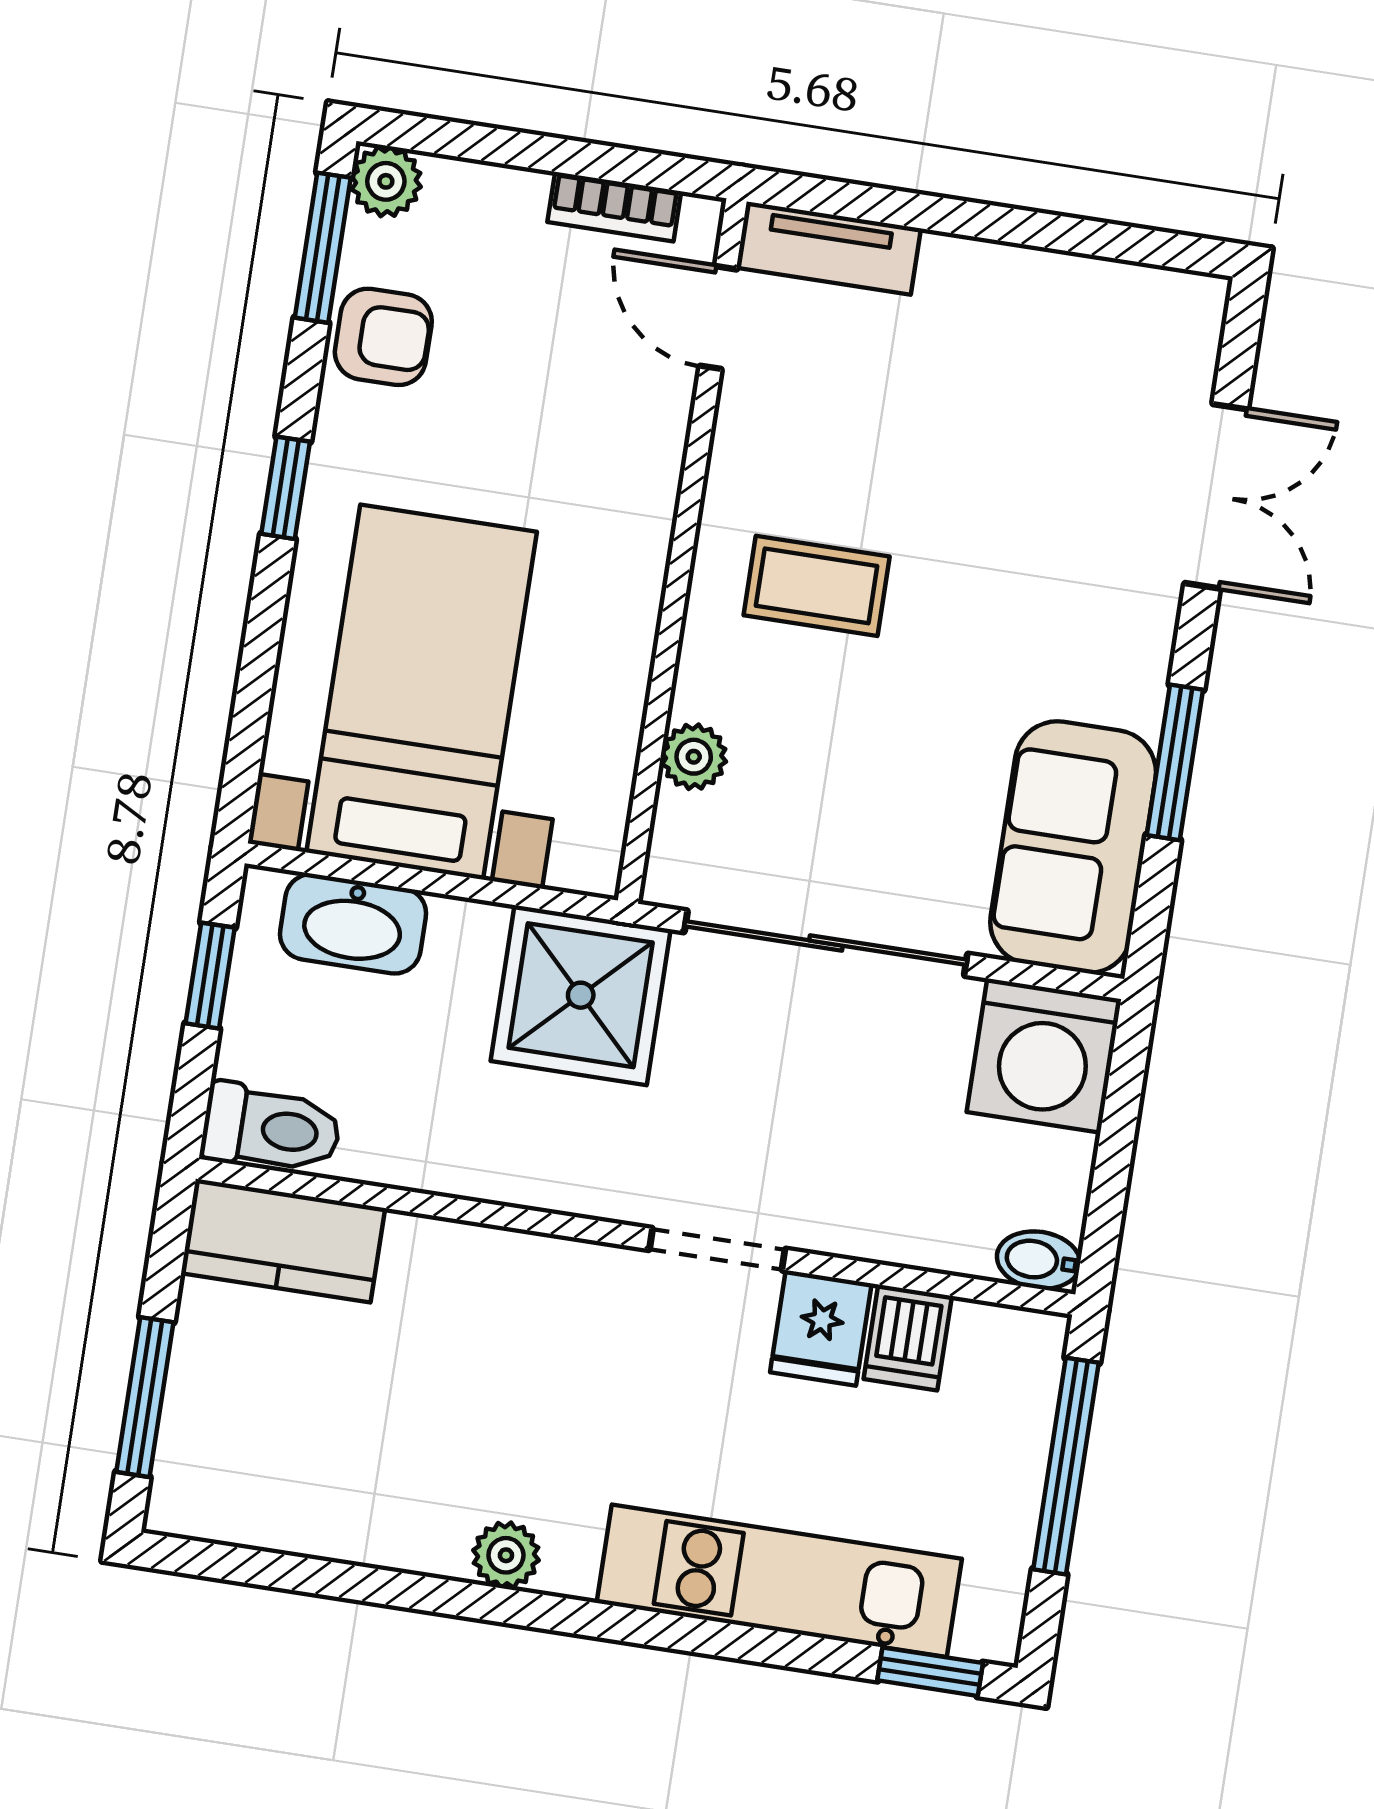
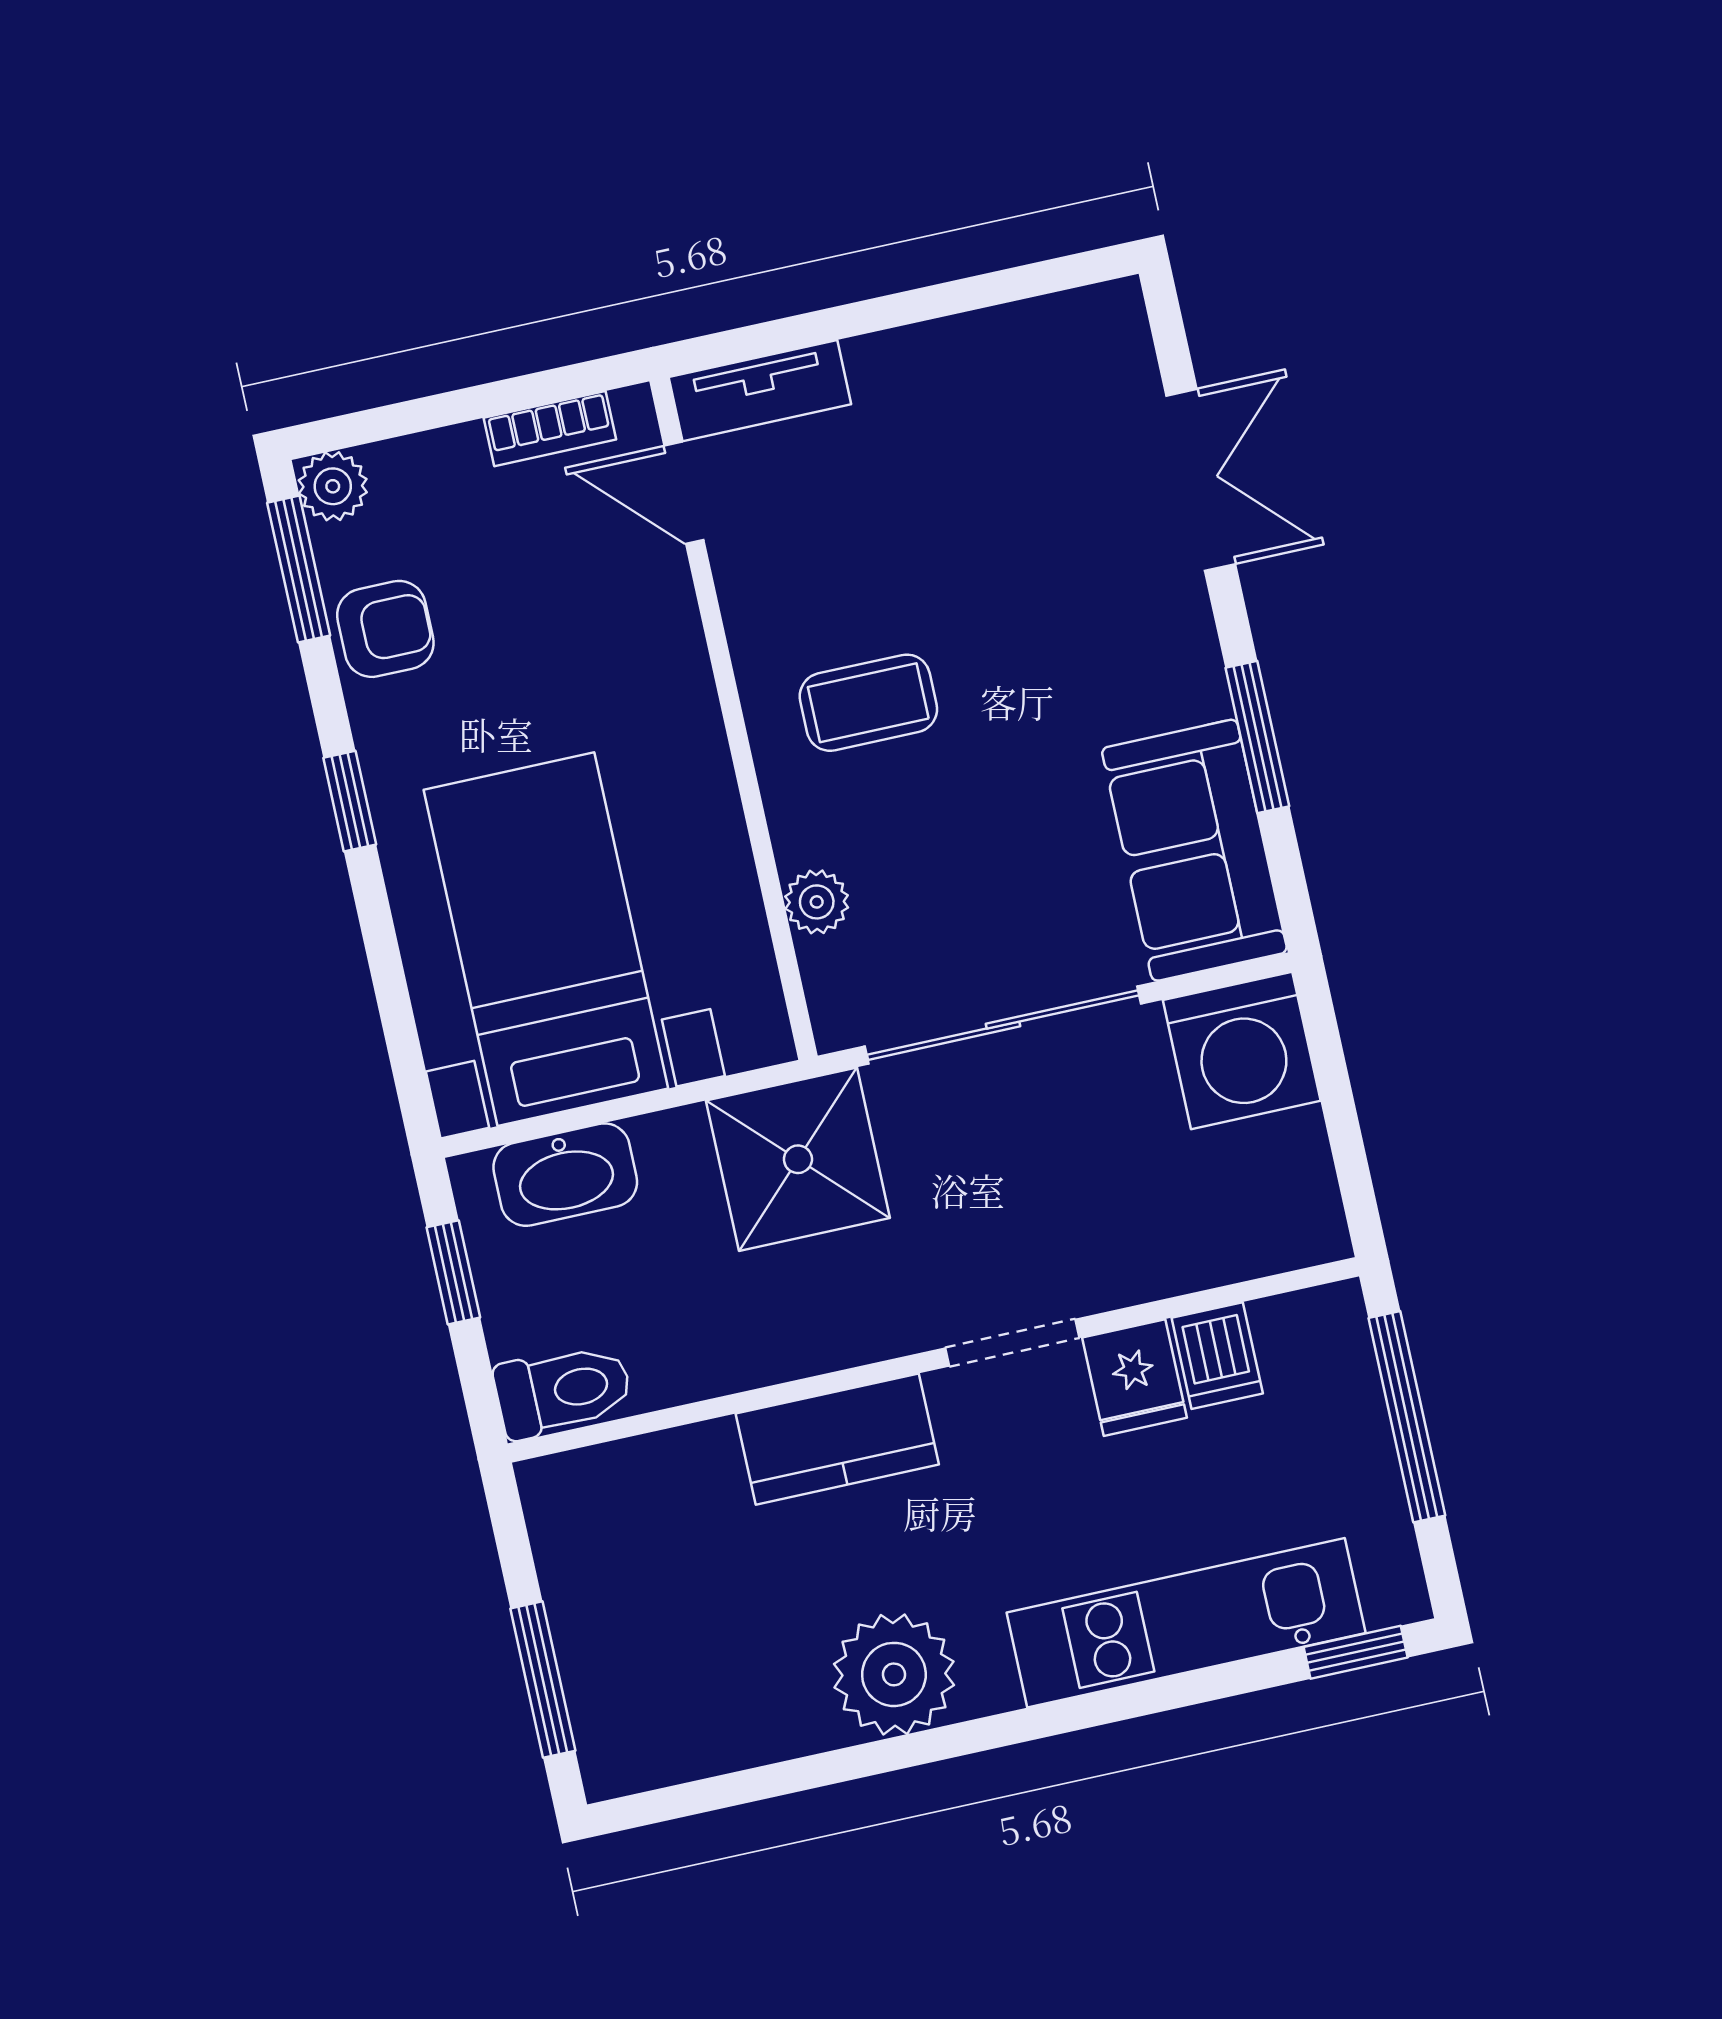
kitchen counter: (283, 1241) -> (837, 1439), moved
bidet: (1039, 1260) -> (1309, 1239), removed
plant: (506, 1555) -> (894, 1674), width x1.88, depth x1.88

